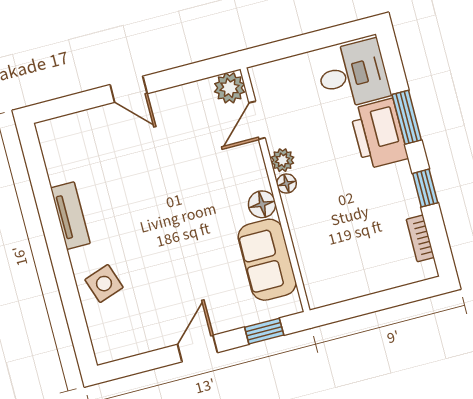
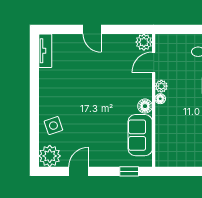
tv unit: (70, 216) -> (45, 51), moved
plant: (112, 341) -> (50, 156), added
door: (198, 348) -> (79, 171), moved

